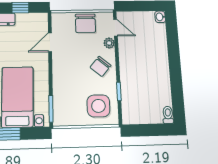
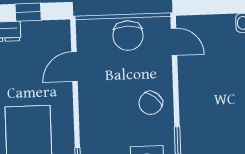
plant: (109, 43) -> (164, 66), removed

